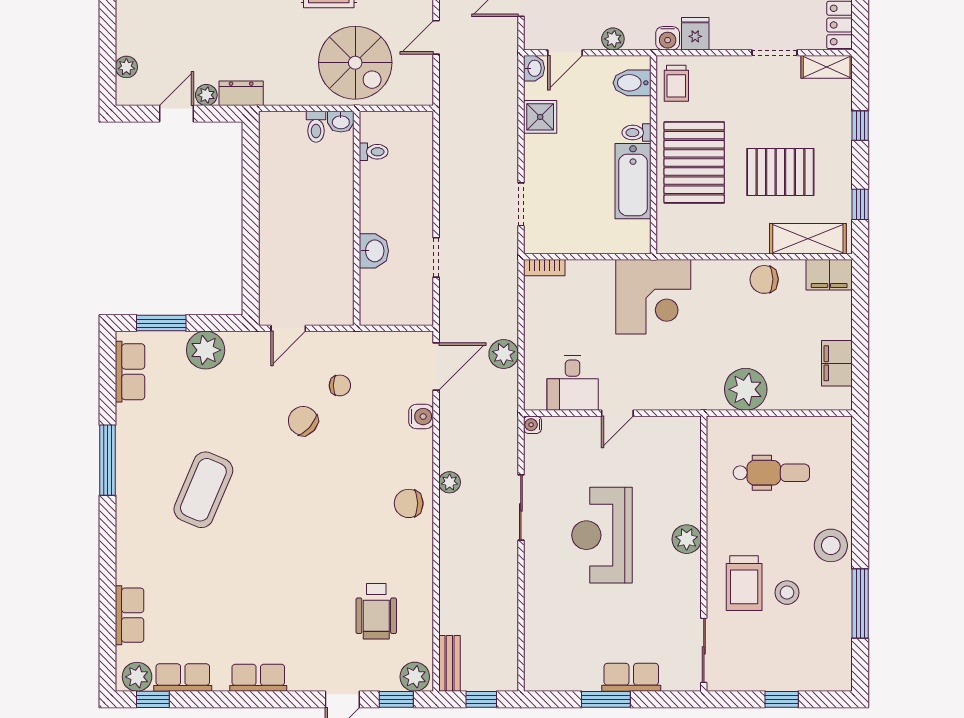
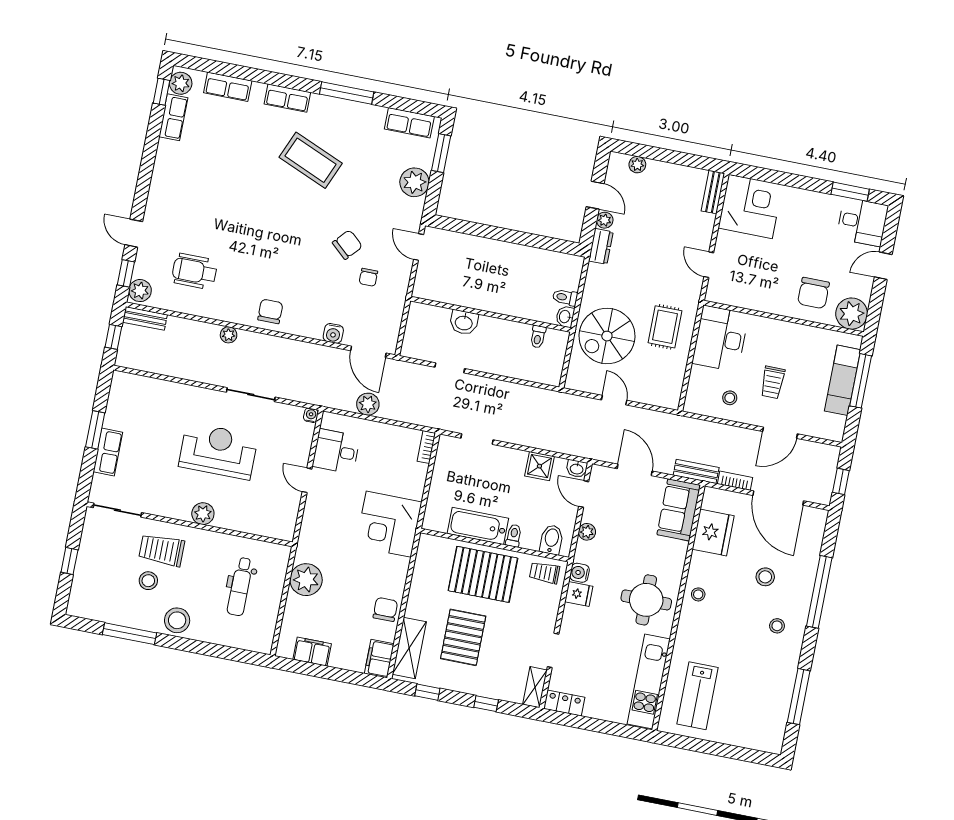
plant: (450, 482) -> (229, 335), moved
row of seats: (258, 678) -> (287, 98), moved, turned 90

